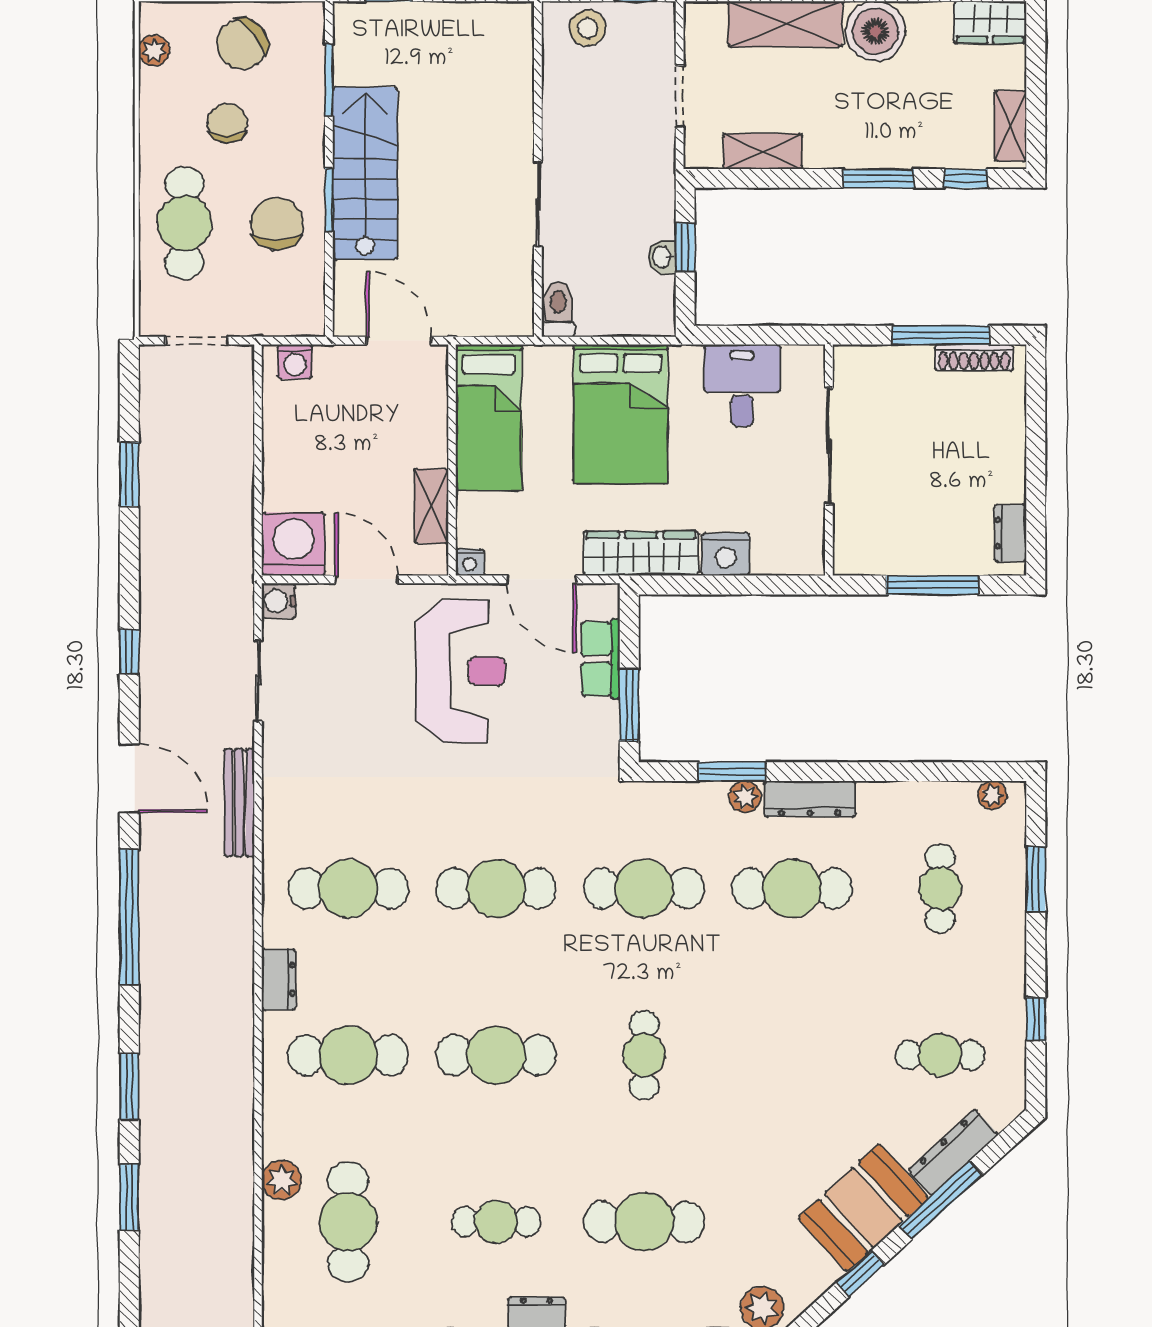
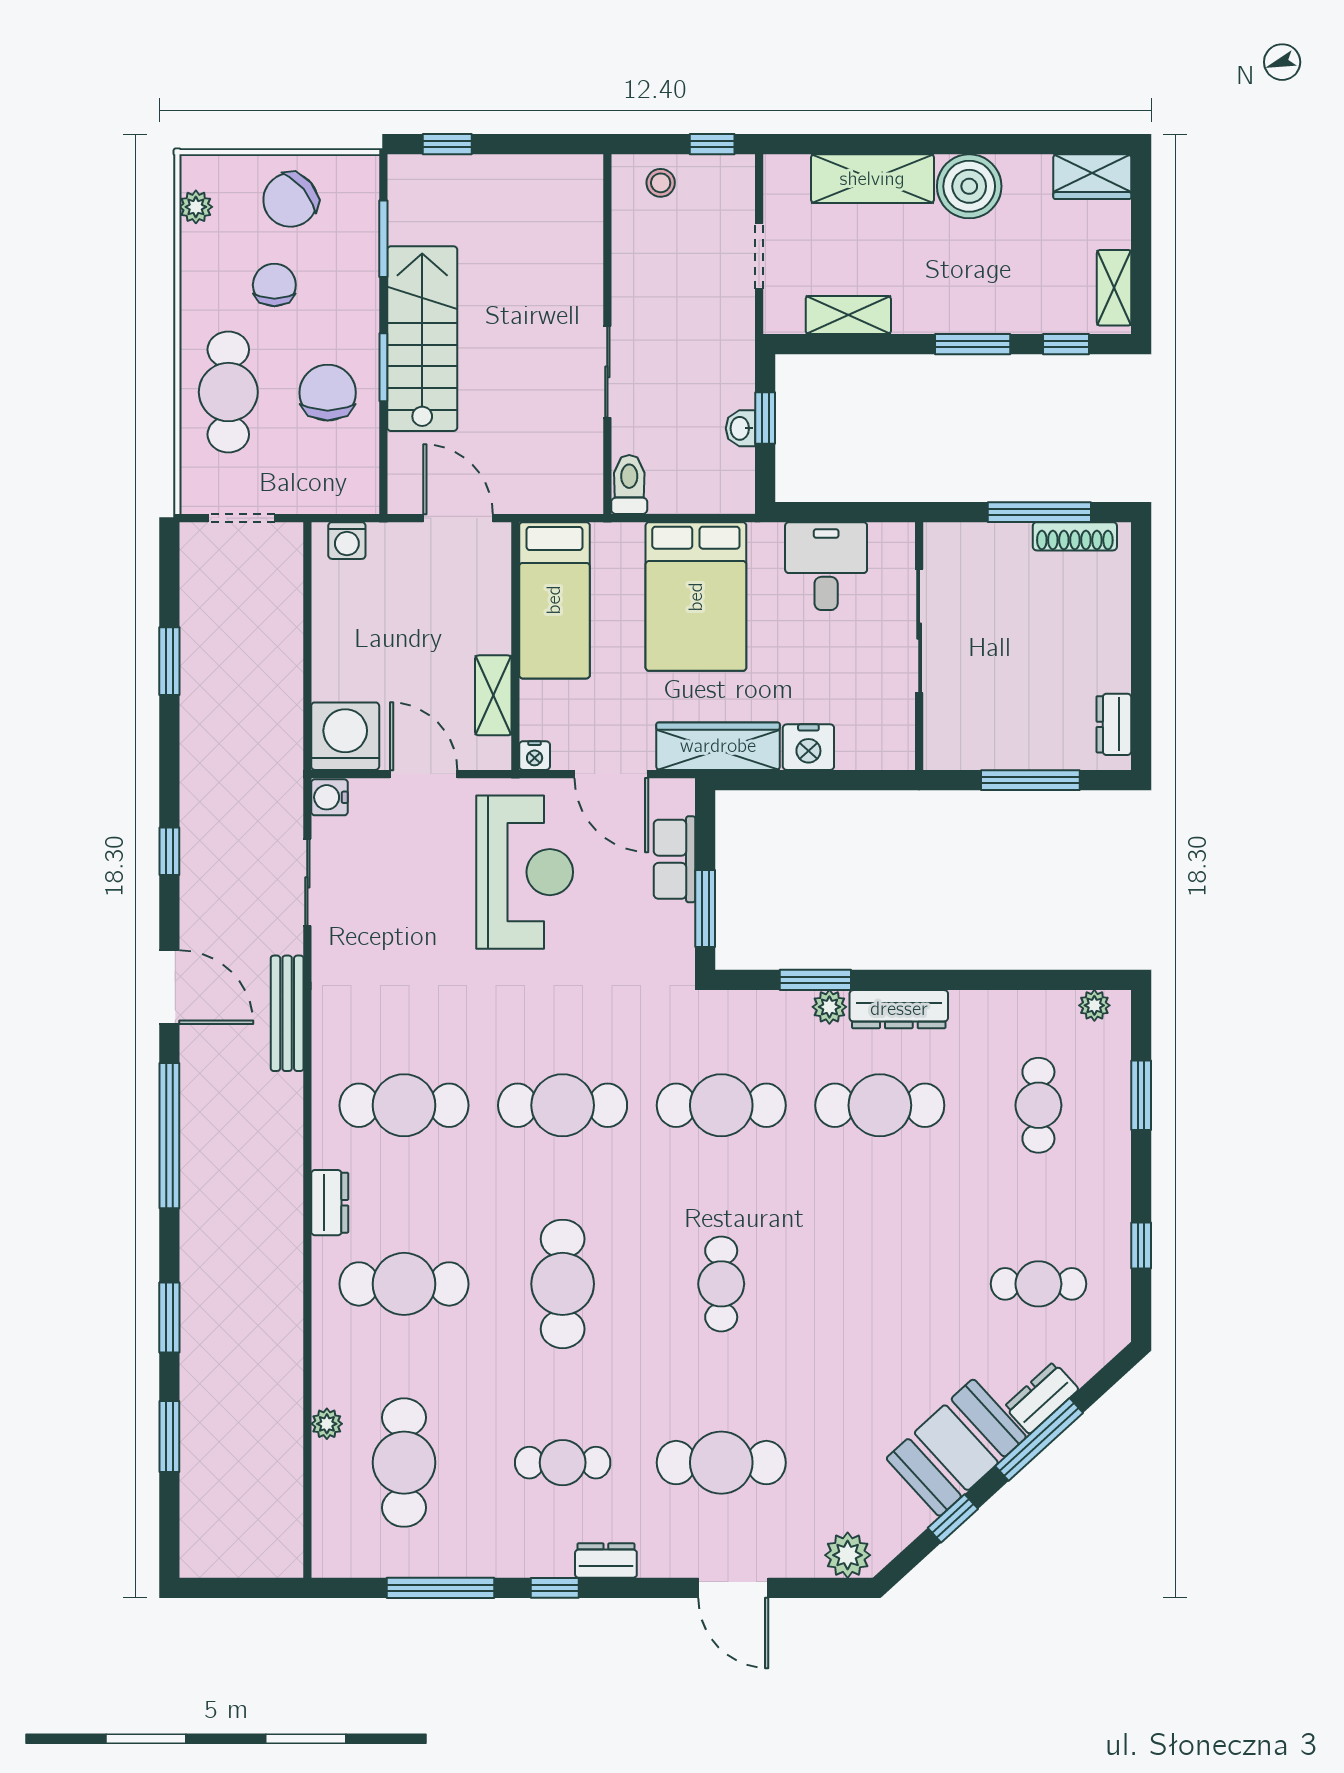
stool: (588, 28) -> (661, 183), width x0.73, depth x0.73
cafe table: (496, 1055) -> (563, 1284), turned 90
dresser: (953, 1152) -> (1042, 1398), width x0.70
plant: (282, 1180) -> (327, 1424), width x0.73, depth x0.73

